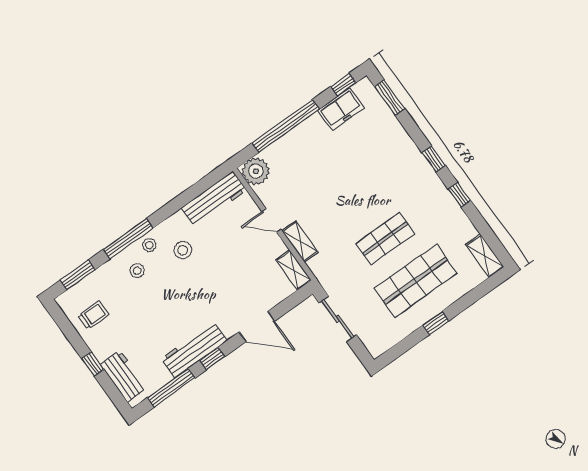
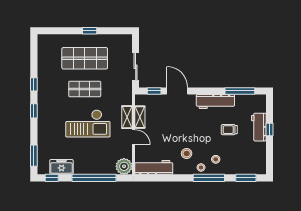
checkout: (347, 194) -> (88, 123), added
shelving: (485, 256) -> (43, 46), removed
shelving: (294, 270) -> (140, 117), moved
trolley: (93, 315) -> (229, 130), moved
window: (212, 358) -> (154, 91), moved
workbench: (124, 376) -> (259, 127), moved

